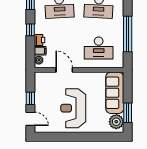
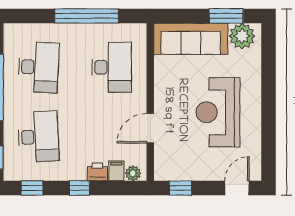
window: (30, 98) -> (180, 188), moved
reception desk: (73, 108) -> (218, 112), turned 90

